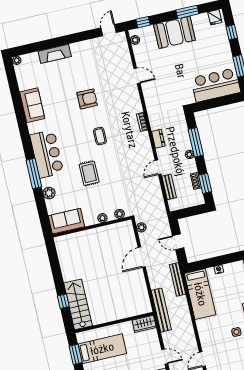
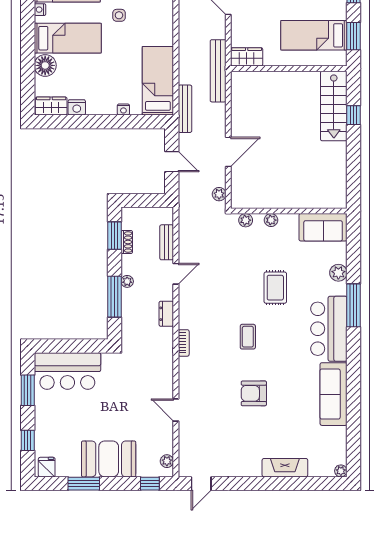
sofa: (32, 105) -> (334, 394), width x1.36

